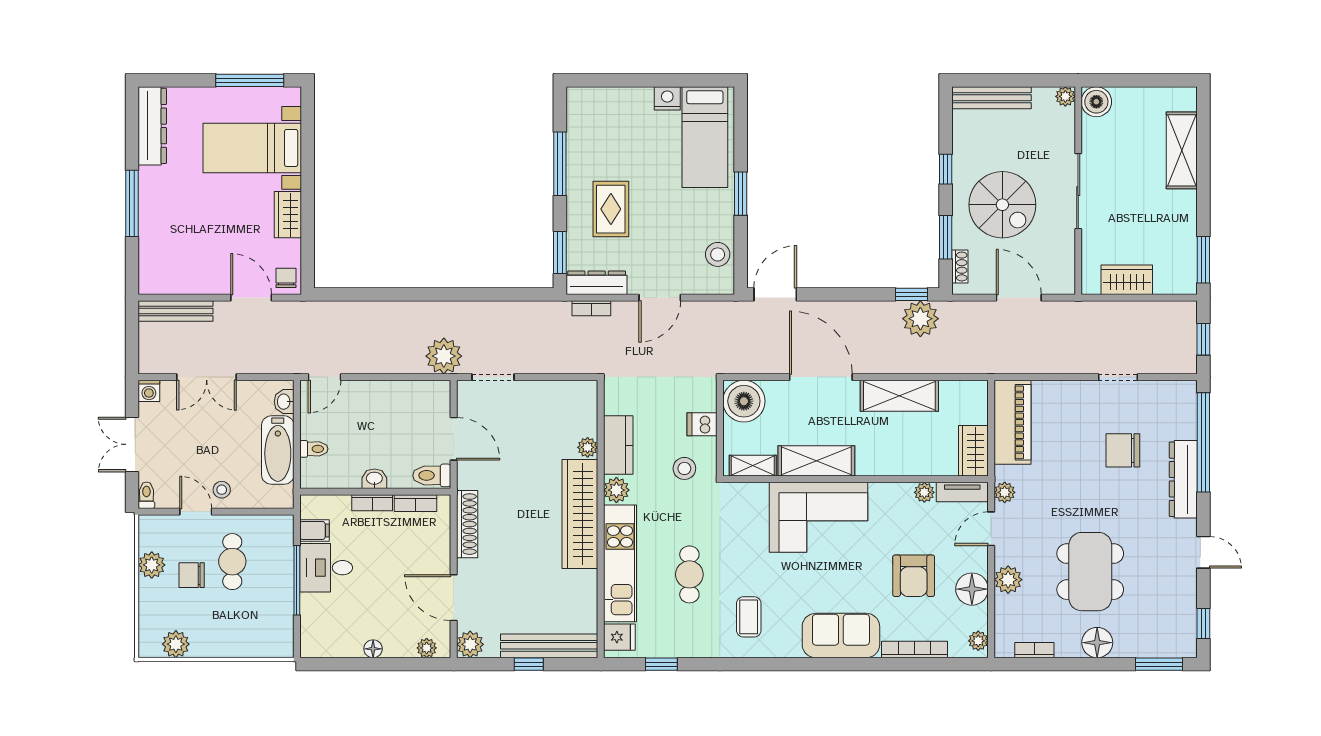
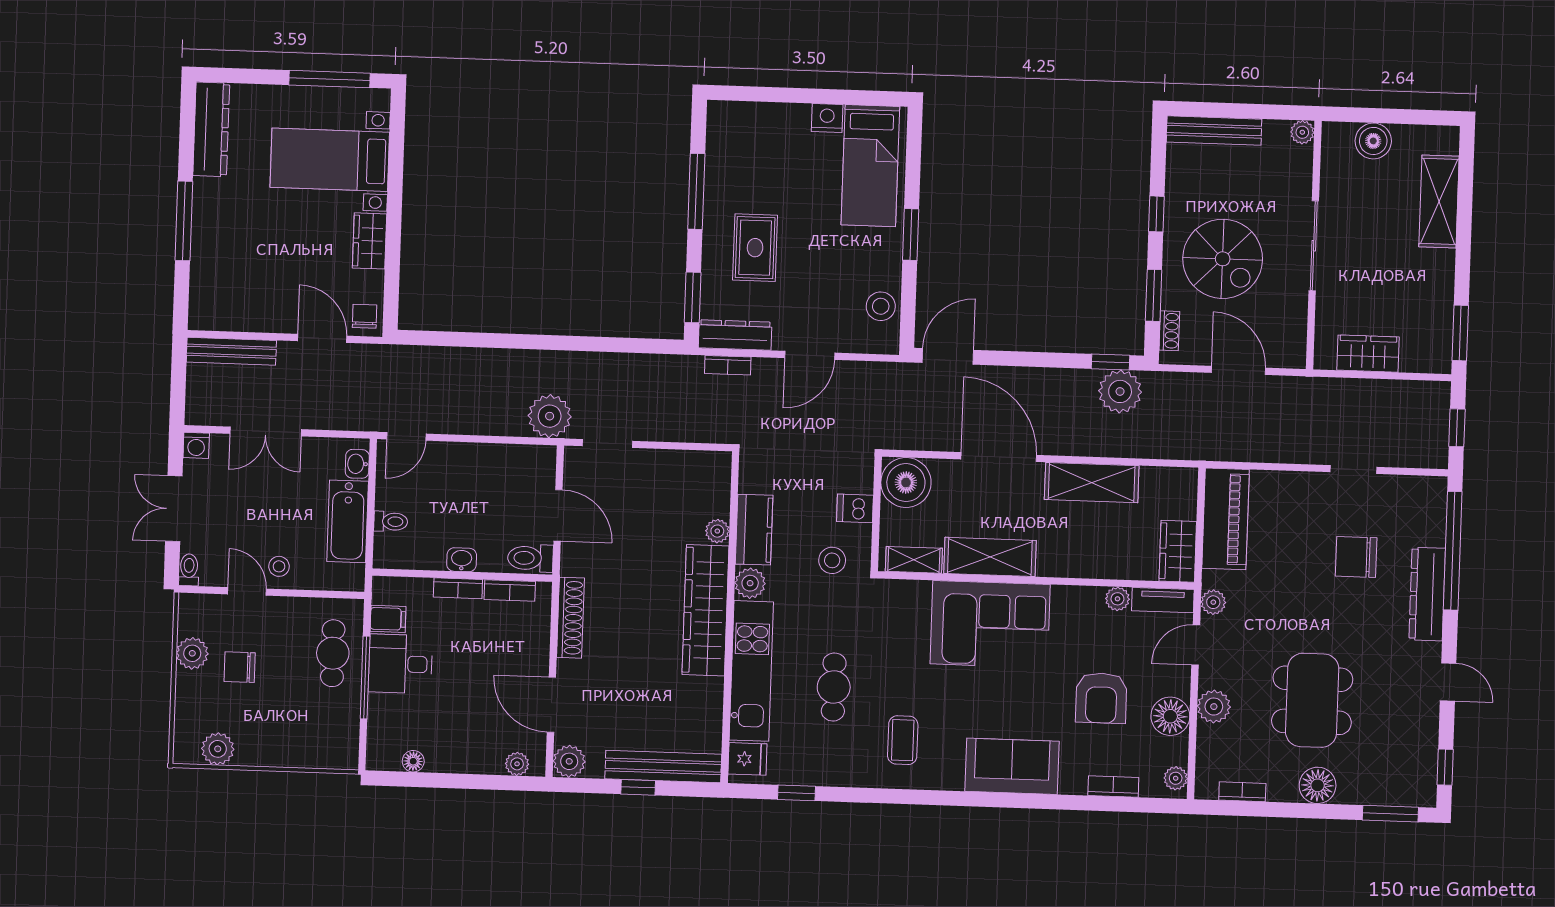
boiler: (1096, 102) -> (1373, 141), moved
cafe table: (232, 562) -> (333, 653), moved
floor lamp: (373, 649) -> (413, 761), moved
bookcase: (914, 649) -> (1113, 786), width x0.64

